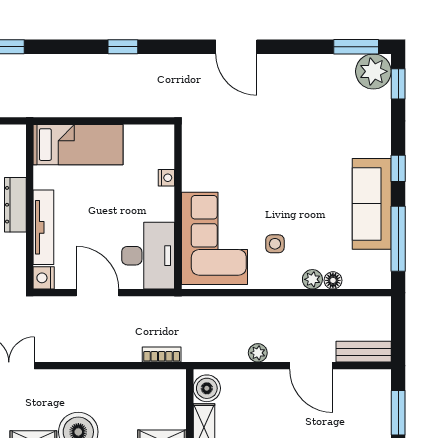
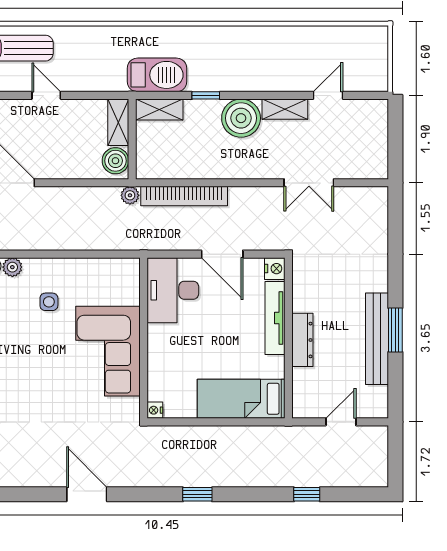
nightstand: (166, 178) -> (155, 410), moved
corner sofa: (214, 238) -> (108, 351), moved
plant: (258, 353) -> (130, 195), moved
bookcase: (162, 355) -> (184, 196), width x2.31, depth x1.31

